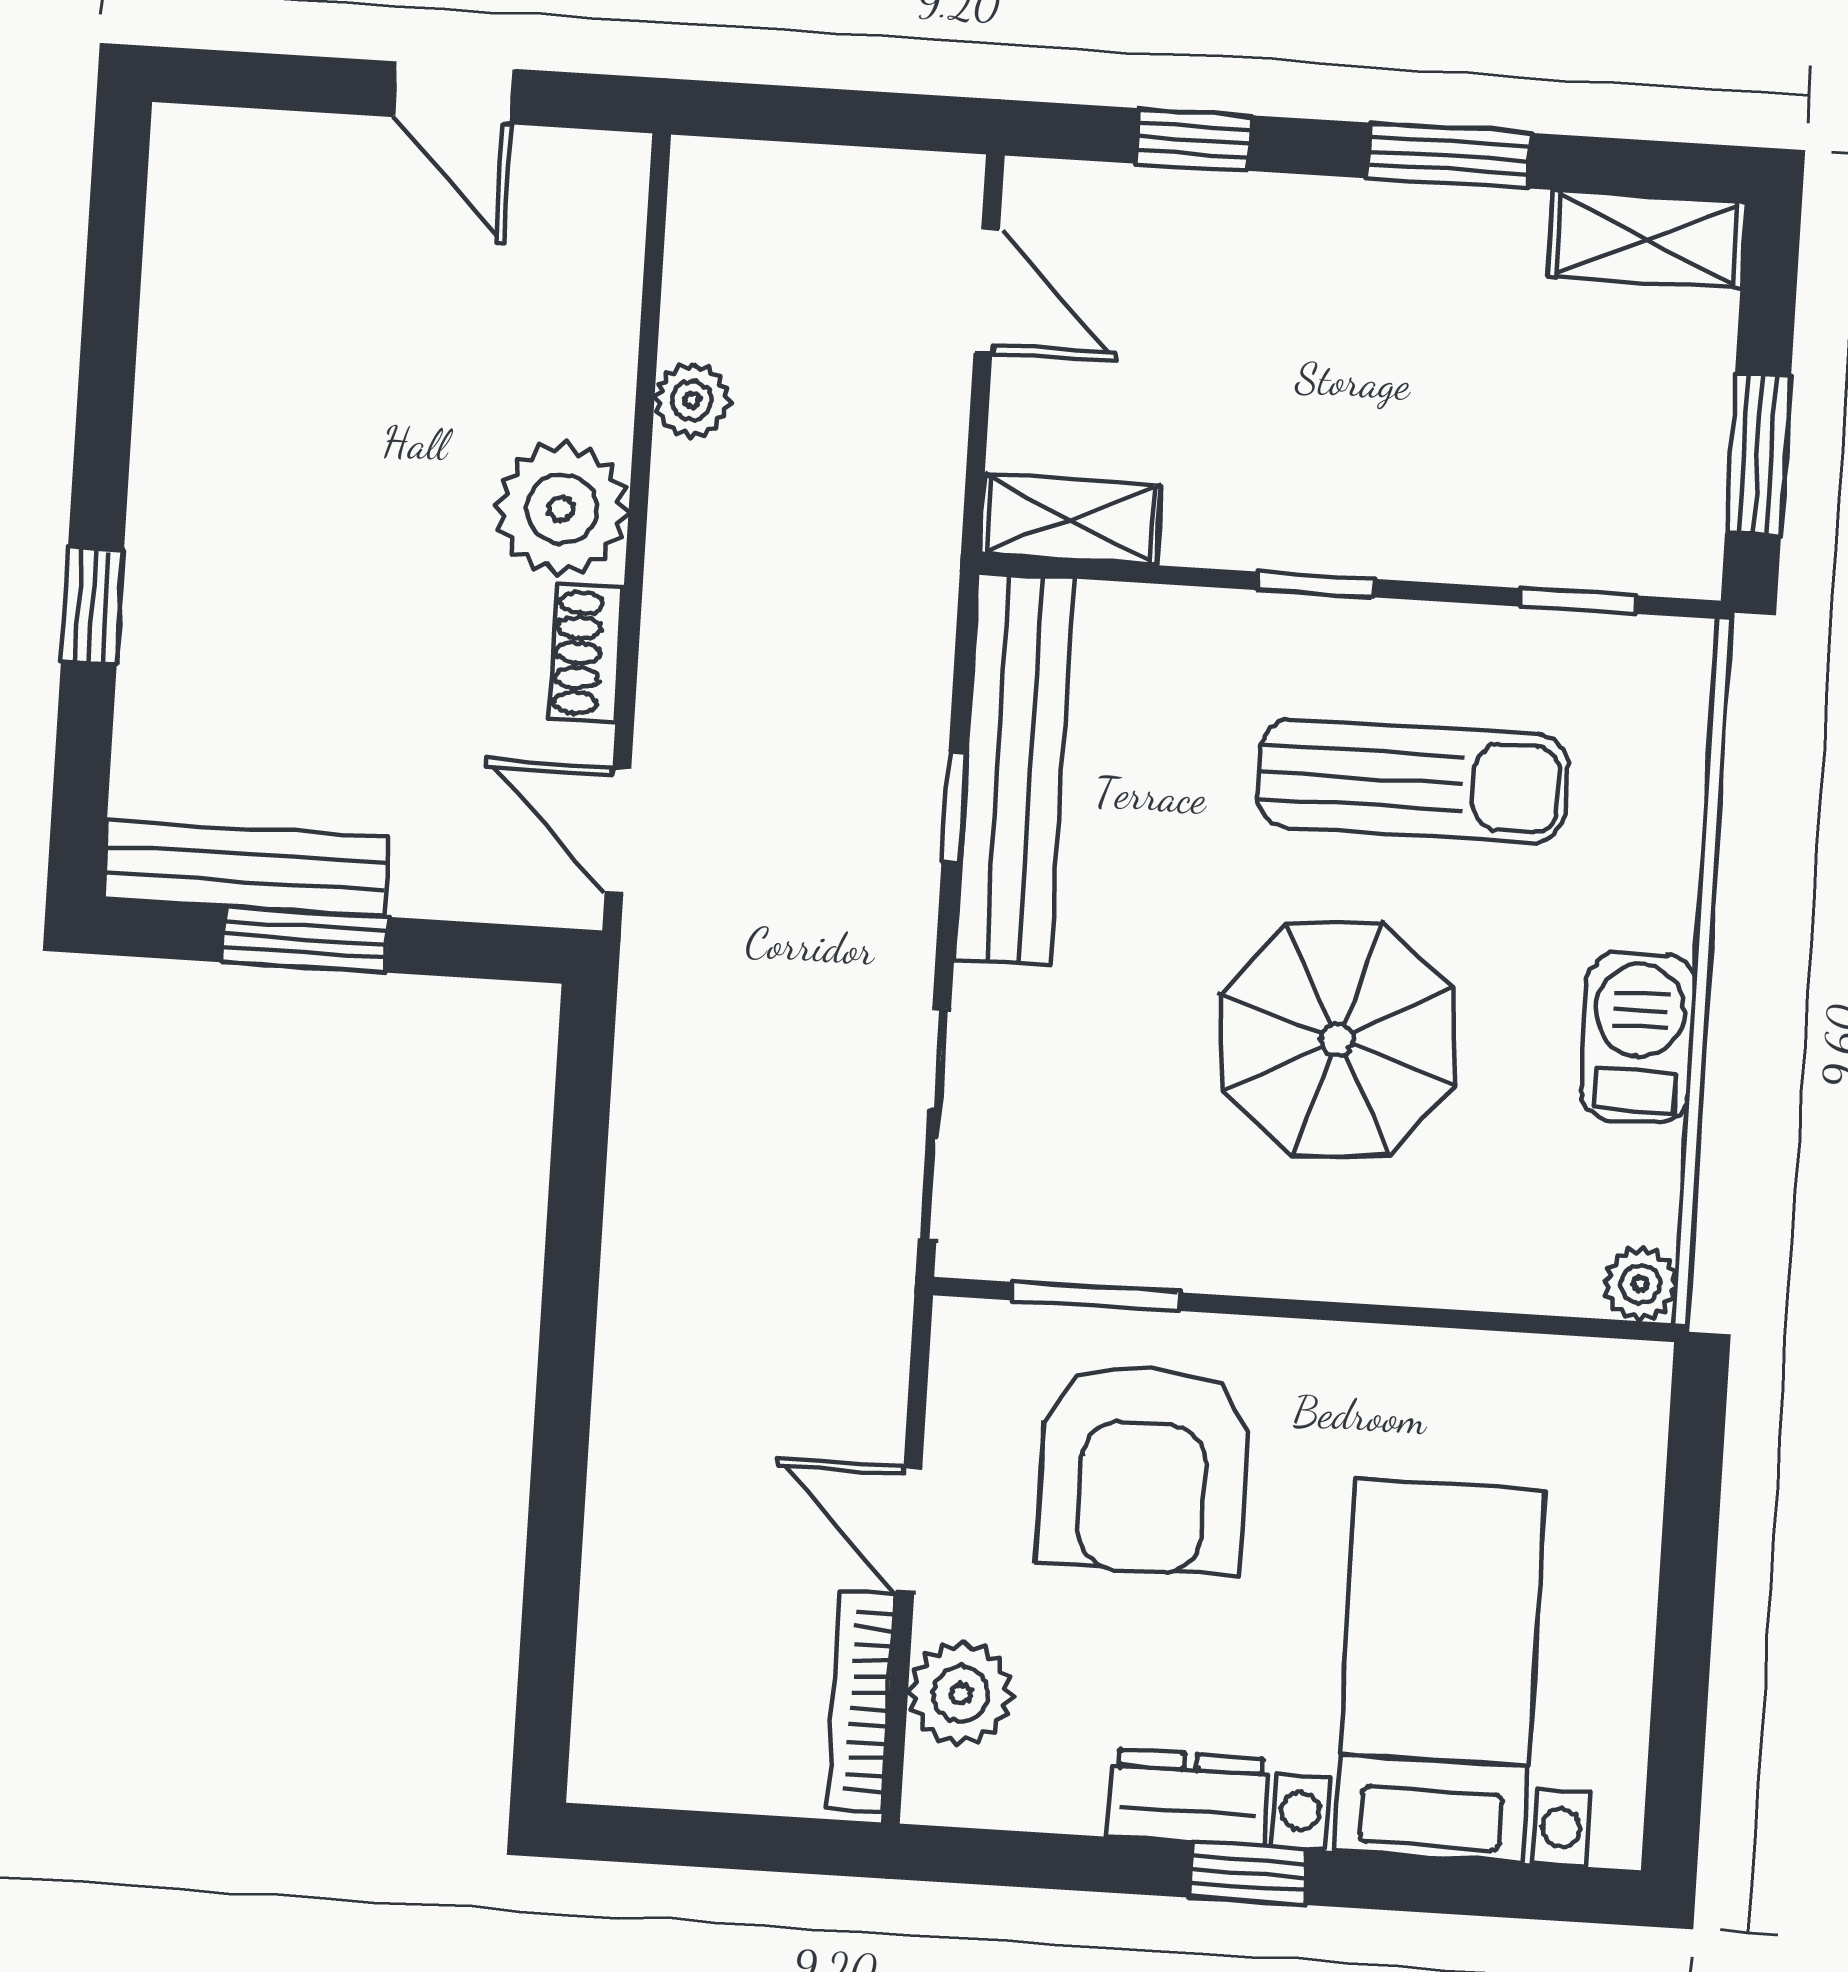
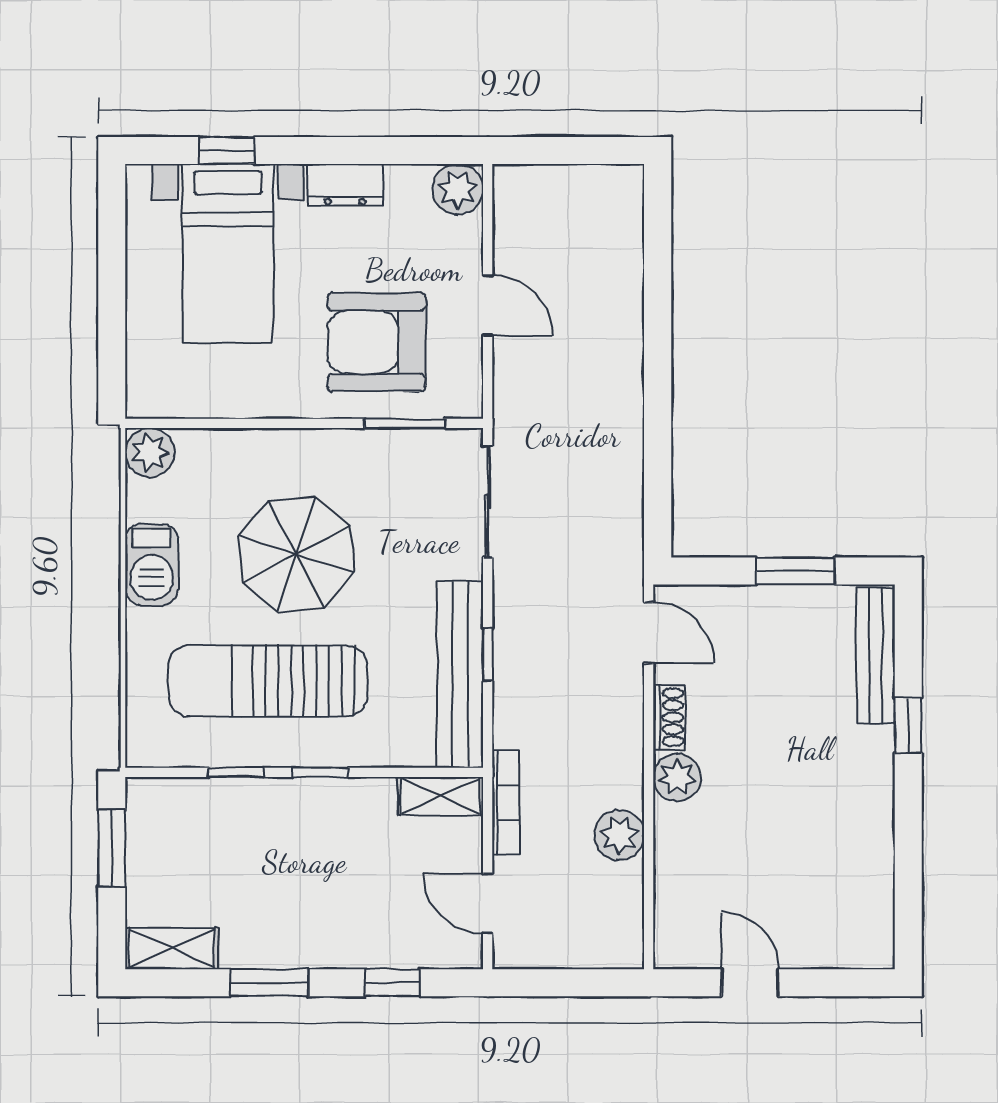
plant: (692, 401) -> (619, 835), width x1.38, depth x1.38
plant: (562, 509) -> (677, 777), width x0.73, depth x0.73
window: (1578, 601) -> (236, 772), moved
sun lounger: (1413, 781) -> (268, 681), width x1.36, depth x1.34
bench: (246, 868) -> (876, 656), moved, turned 90
plant: (1641, 1284) -> (150, 453), width x1.38, depth x1.38
armchair: (1144, 1468) -> (377, 342), turned -90
plant: (961, 1694) -> (458, 189), moved
bookcase: (861, 1701) -> (506, 803), moved
window: (1248, 1873) -> (227, 150), moved

